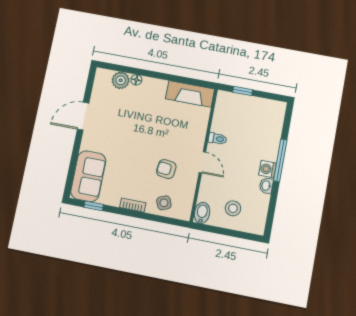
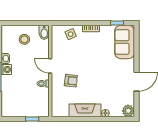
plant: (121, 80) -> (128, 111), moved
fireplace: (190, 94) -> (85, 110), moved
armchair: (166, 169) -> (71, 81), moved

